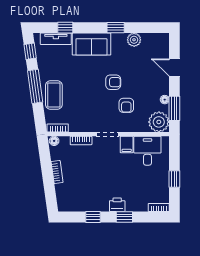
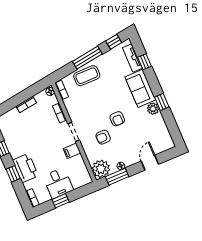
plant: (134, 40) -> (153, 109), moved
desk: (147, 151) -> (58, 183), moved, turned 90
printer: (117, 205) -> (25, 168), width x1.87, depth x1.48

